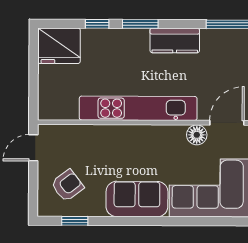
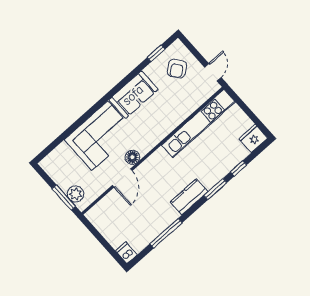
fridge: (59, 46) -> (253, 138), width x0.73, depth x0.75
kitchen unit: (138, 108) -> (198, 123), moved

